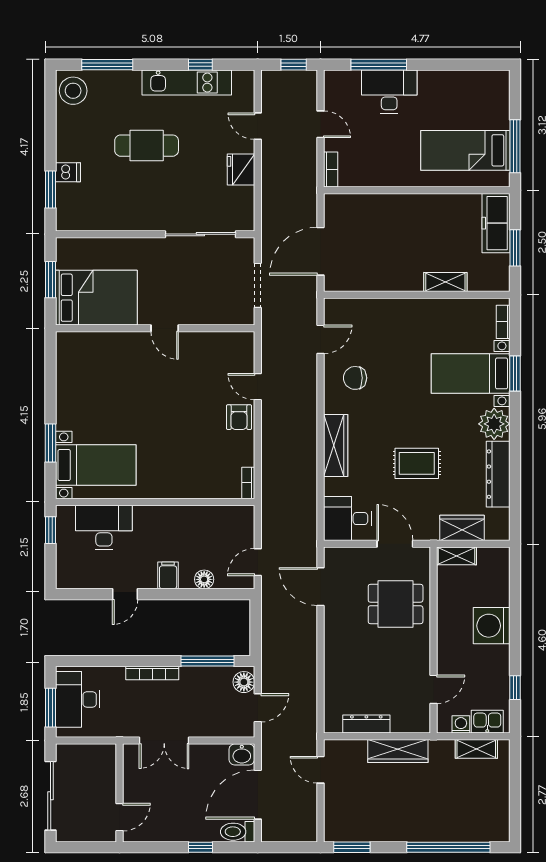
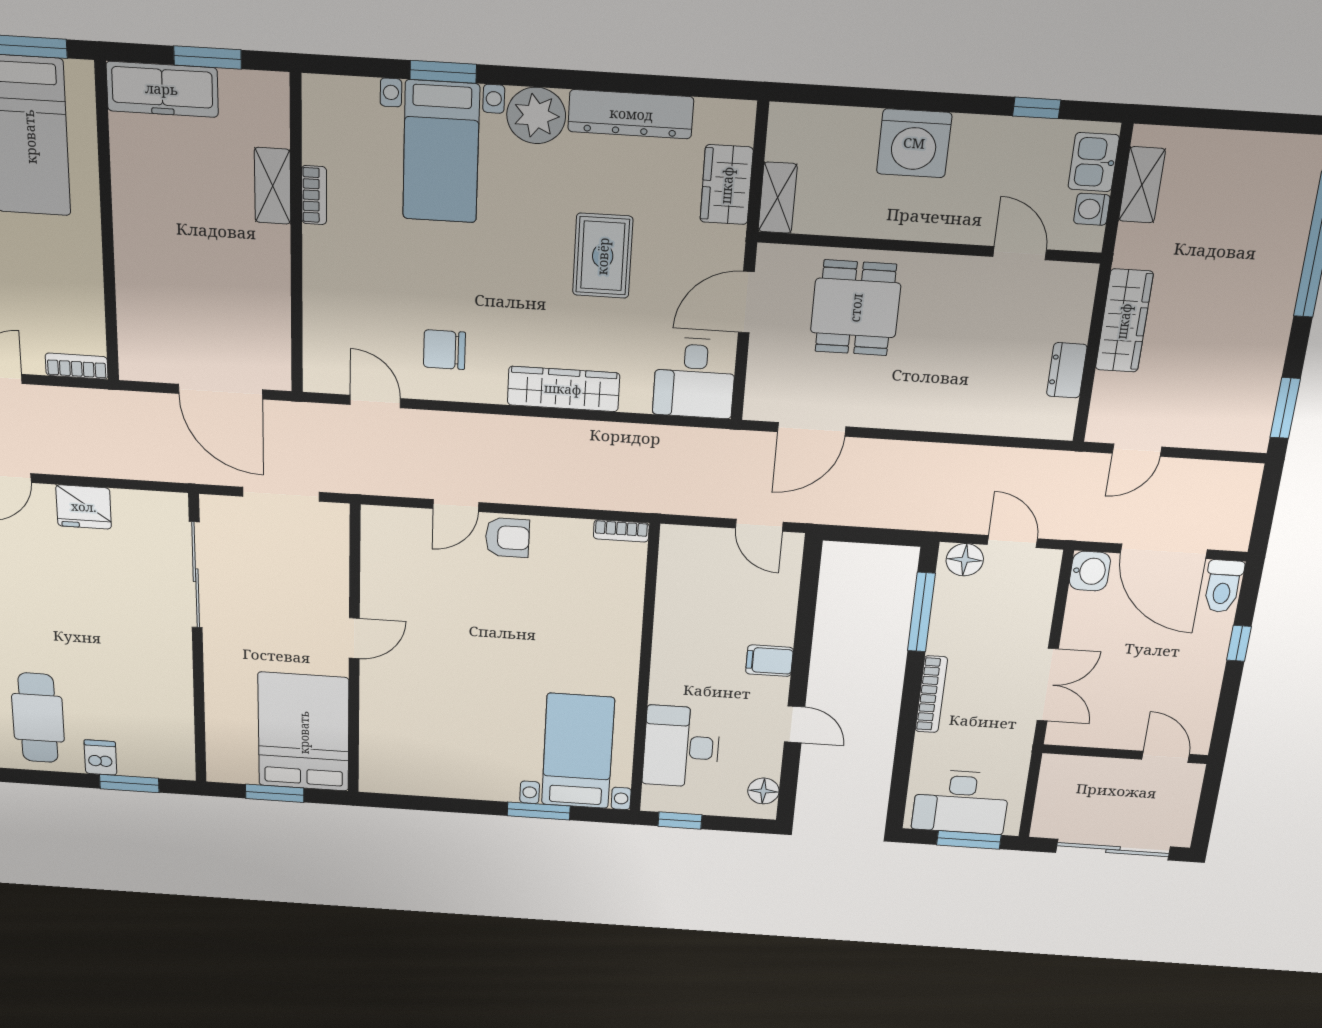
cafe table: (147, 146) -> (38, 718), moved
bookcase: (503, 322) -> (314, 195), moved, turned -90
chair: (355, 378) -> (444, 350), turned 90
floor lamp: (204, 579) -> (763, 791), moved
dresser: (366, 724) -> (1067, 370), width x0.70

